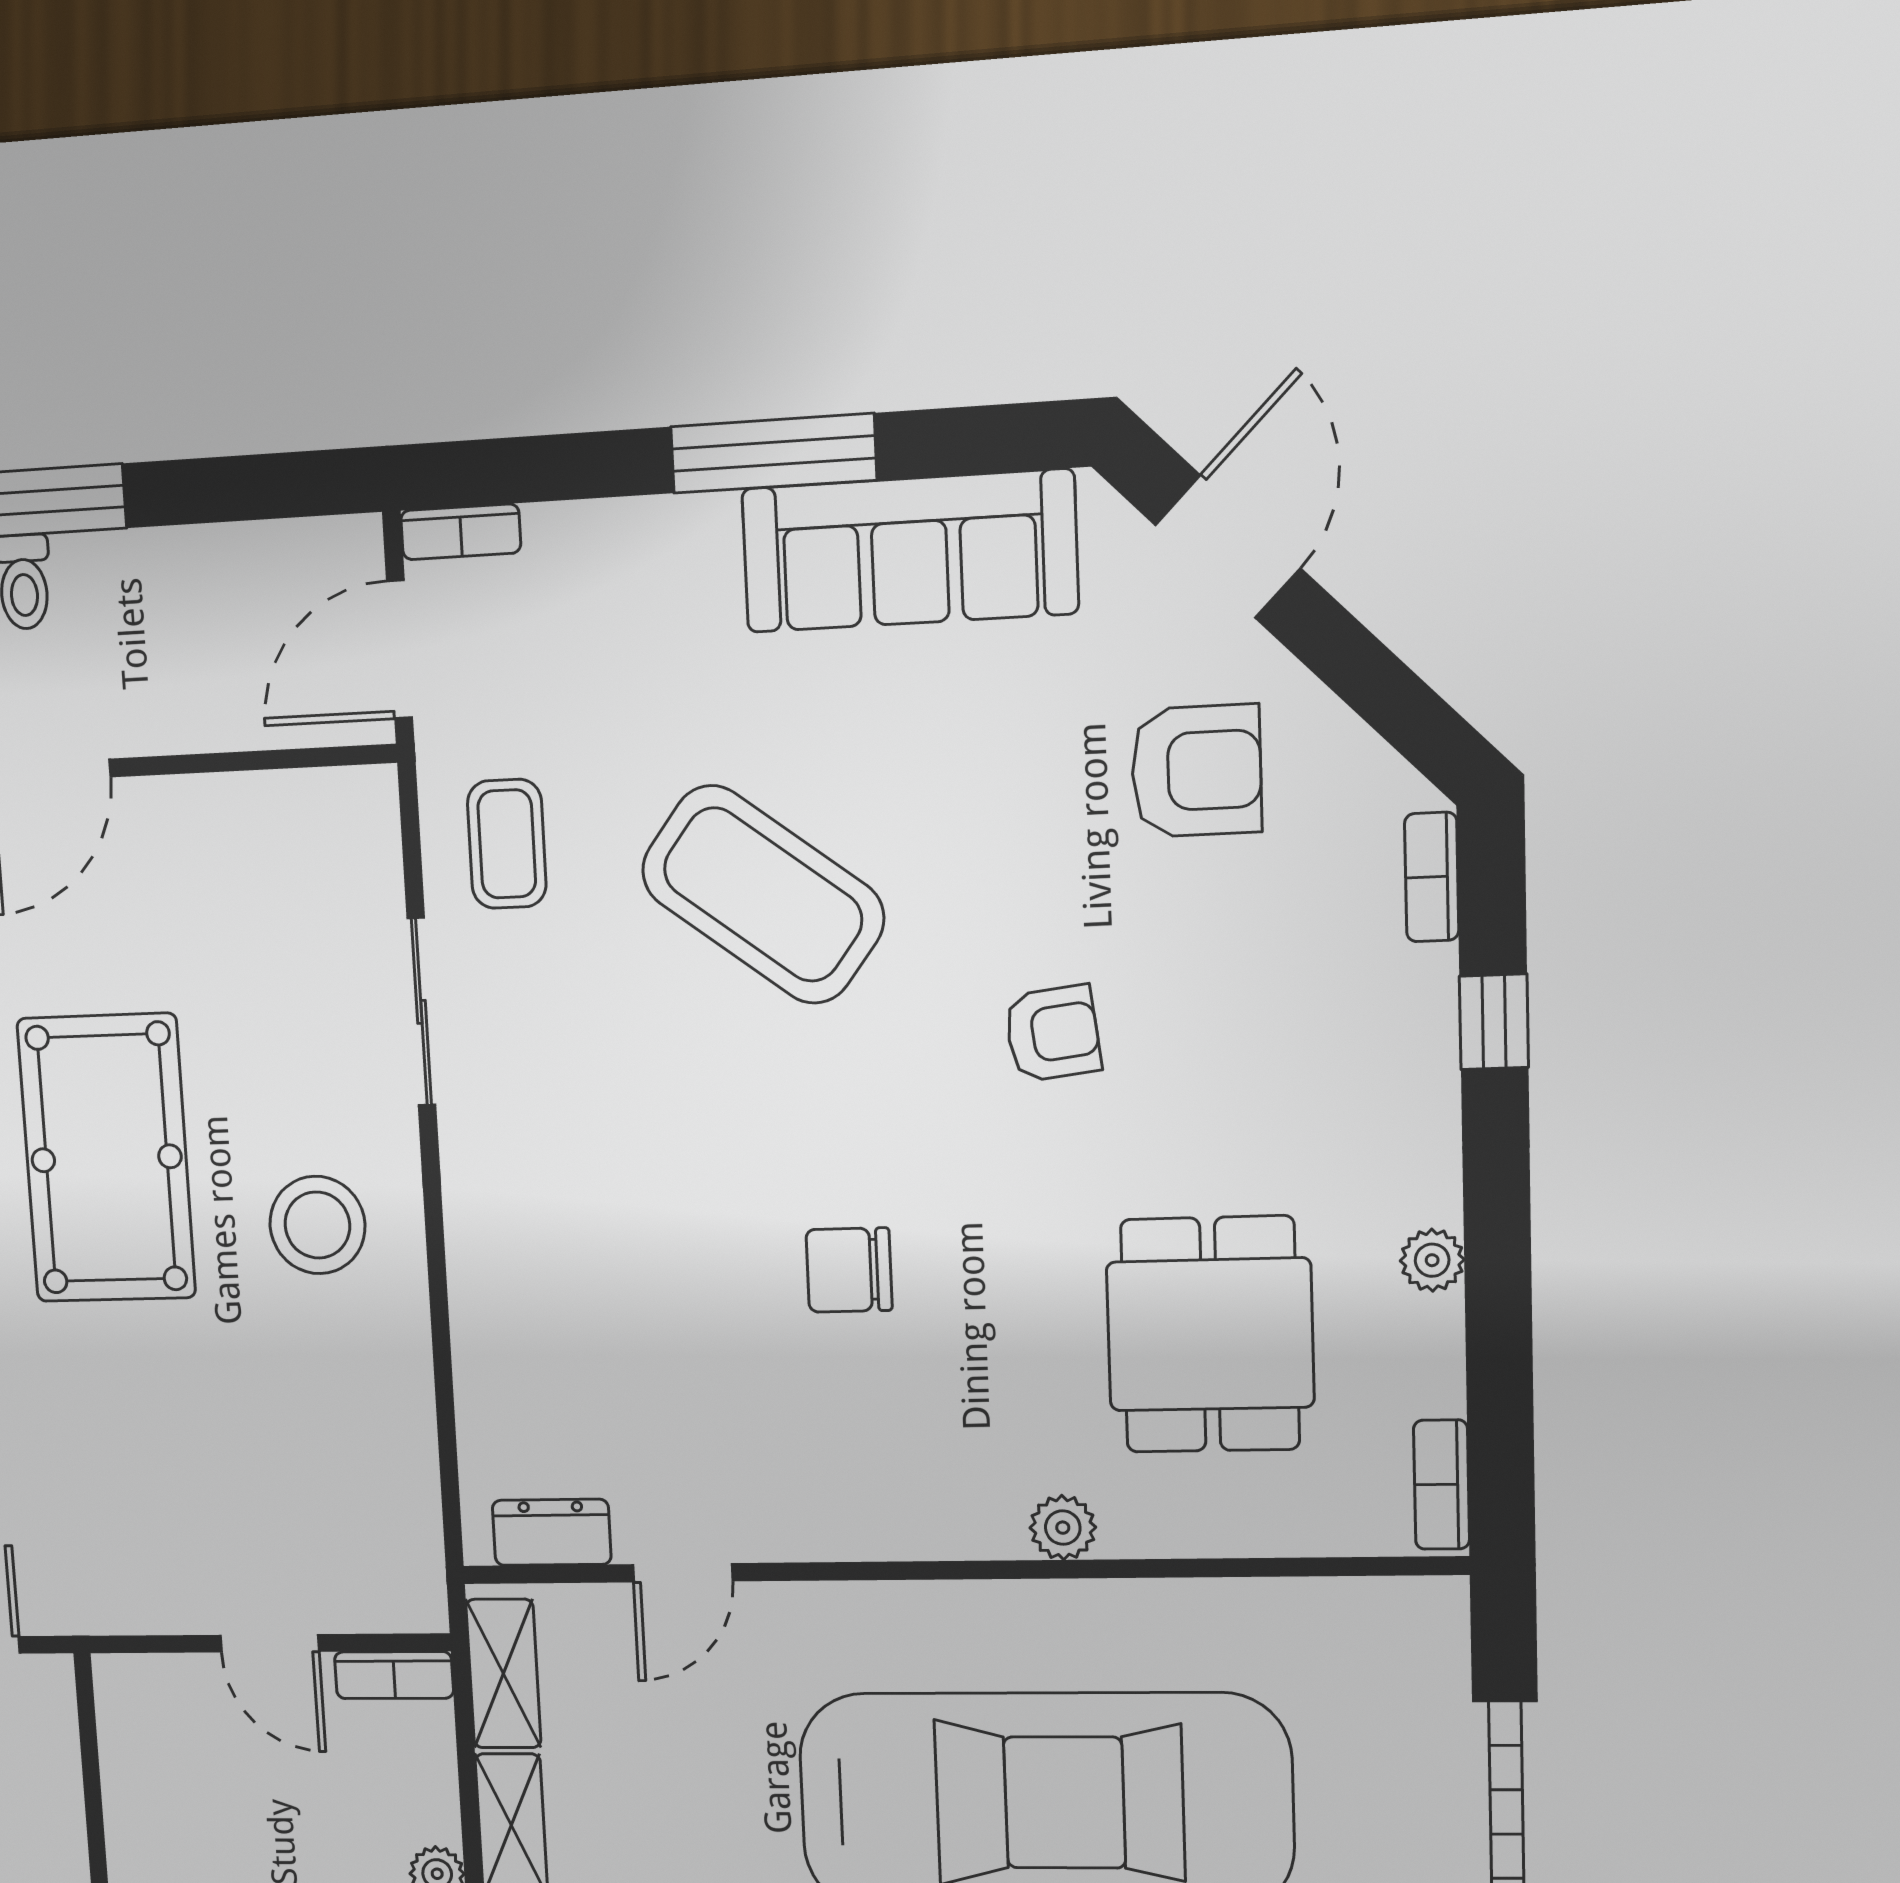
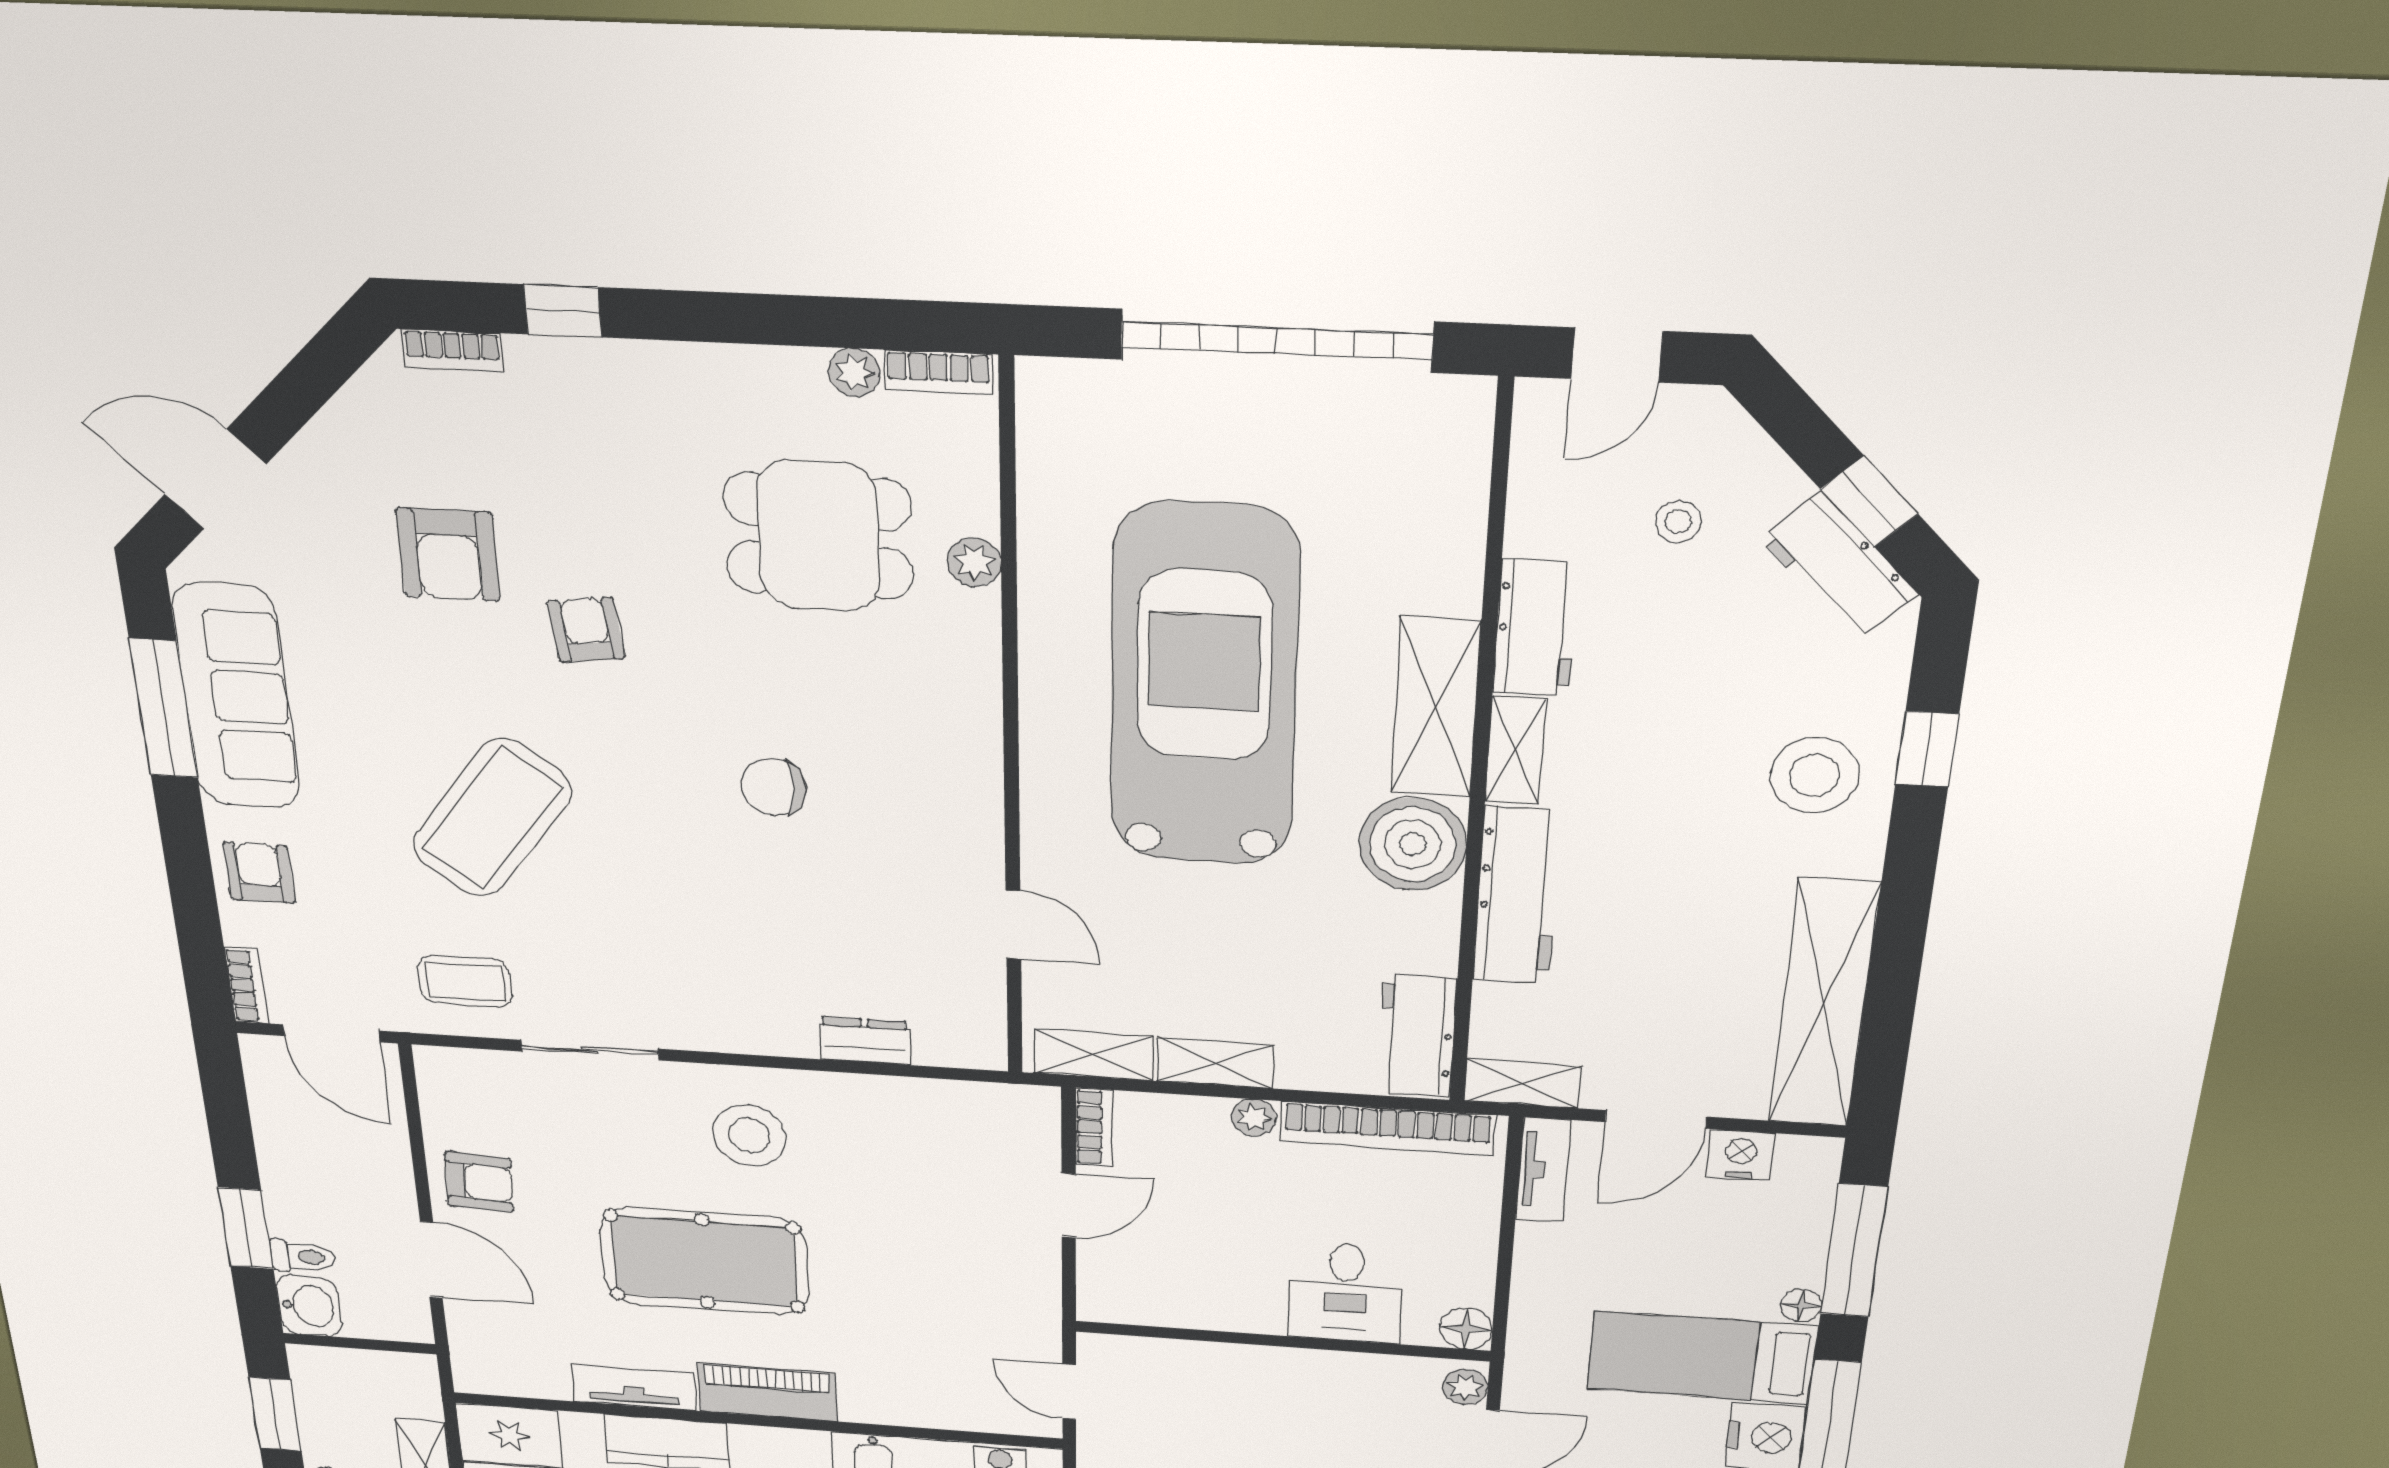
window: (773, 453) -> (164, 708), moved
armchair: (642, 563) -> (259, 873), added
armchair: (1196, 771) -> (448, 555), moved, turned 180
armchair: (188, 847) -> (479, 1182), added
plant: (1432, 1260) -> (854, 372), moved
chair: (849, 1270) -> (774, 787), turned 90
plant: (1063, 1528) -> (974, 562), moved
dresser: (552, 1532) -> (865, 1041), moved, turned 90

